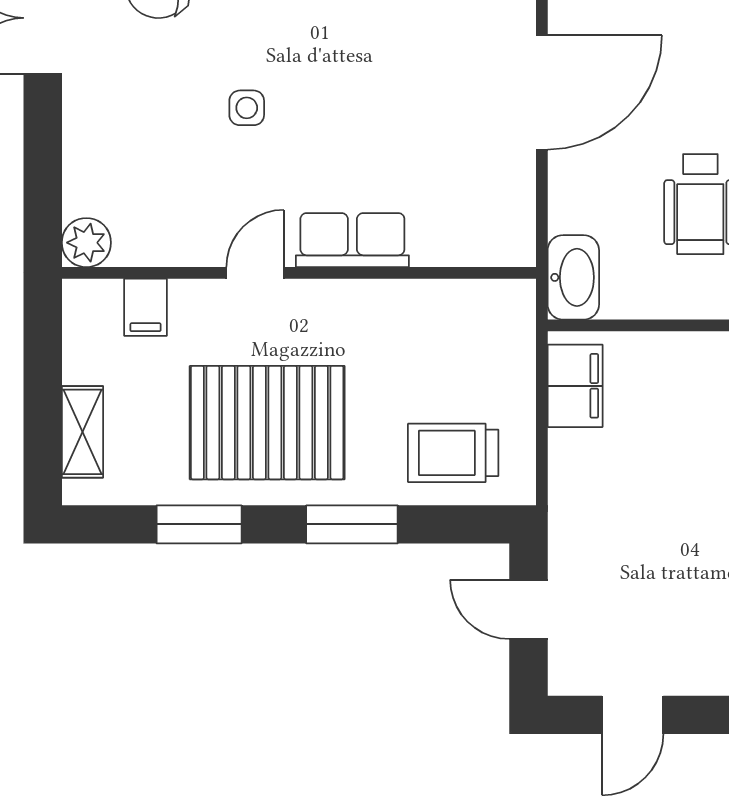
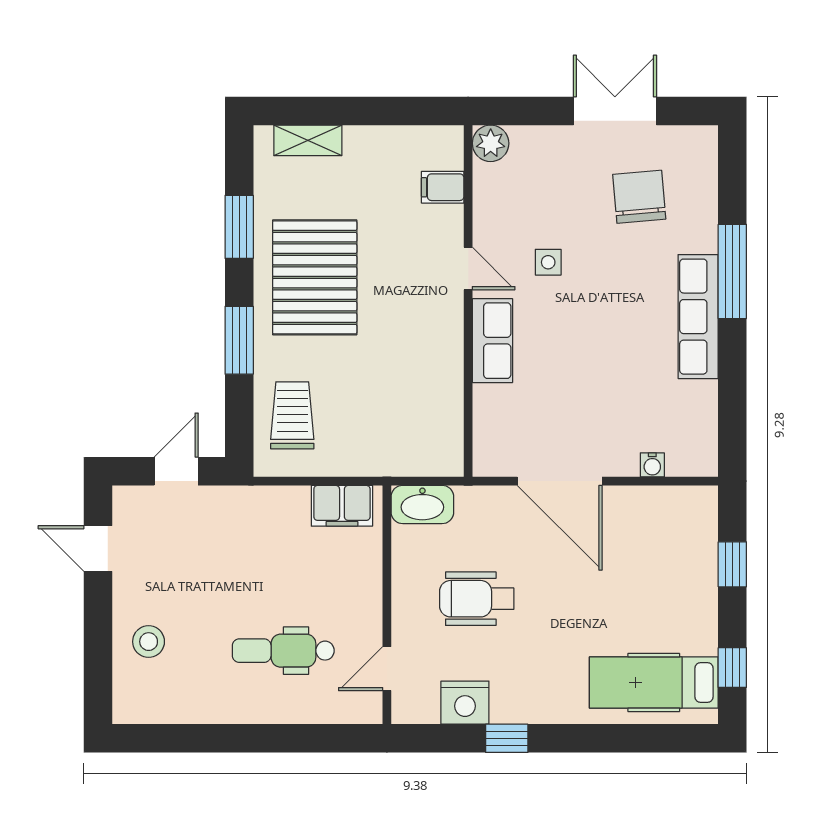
row of seats: (352, 240) -> (492, 341), moved
plant: (86, 243) -> (491, 143), moved
door: (255, 273) -> (468, 268), moved
wall: (299, 273) -> (468, 301), moved
filing cabinet: (146, 307) -> (443, 187), moved

